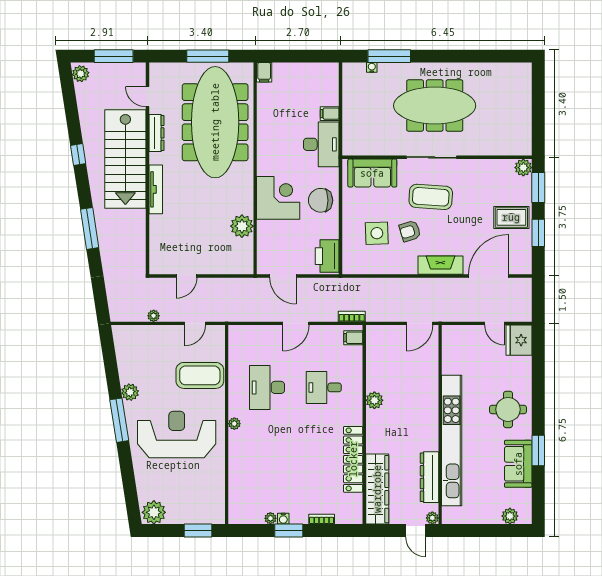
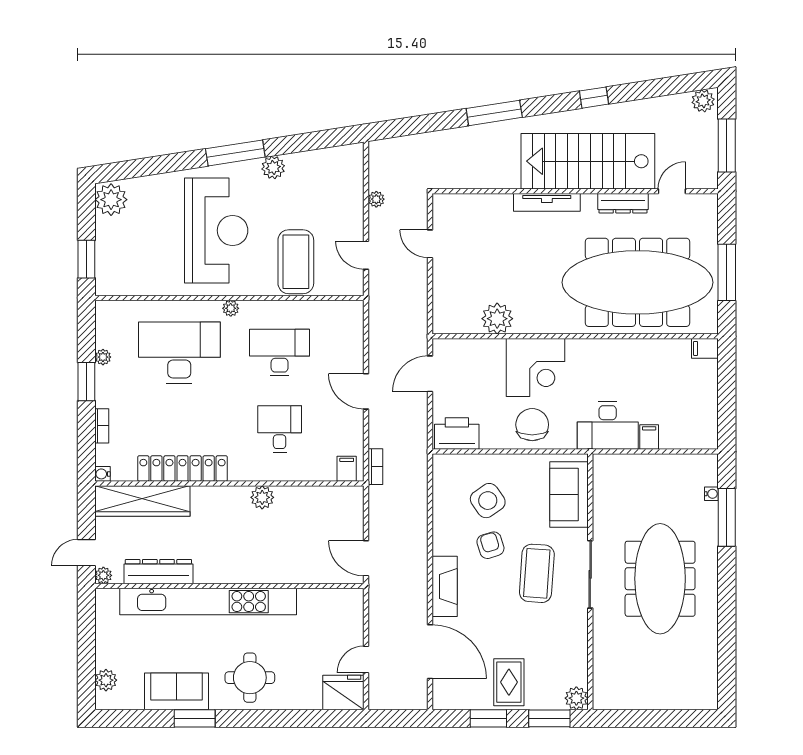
side table: (377, 233) -> (488, 501), turned -33
desk: (267, 462) -> (179, 352), added
water cooler: (283, 519) -> (103, 474), moved

